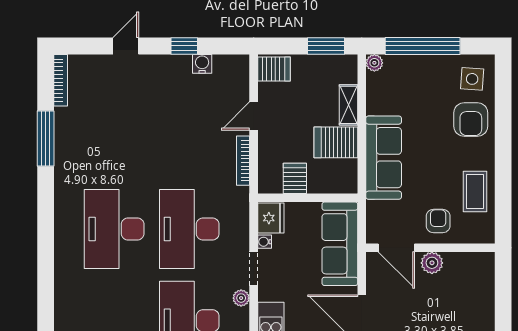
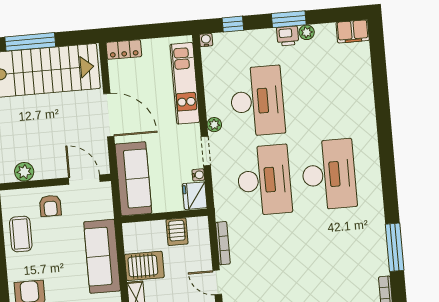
door: (254, 116) -> (217, 282), swing flipped
plant: (432, 263) -> (24, 172), moved

